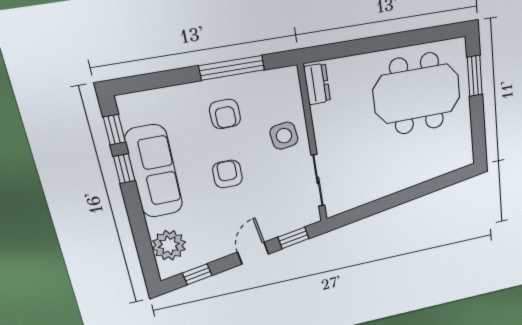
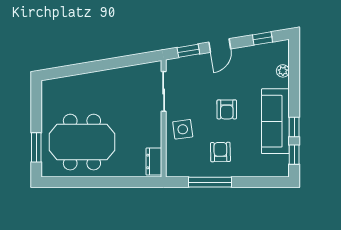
plant: (169, 245) -> (283, 71), width x0.53, depth x0.53

